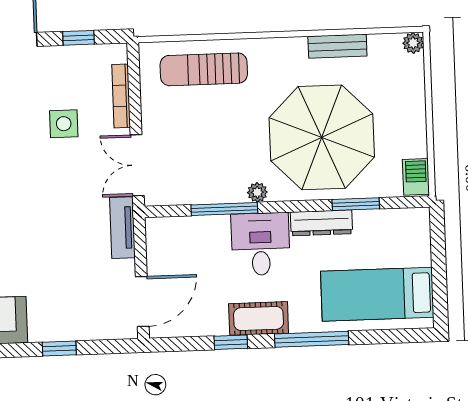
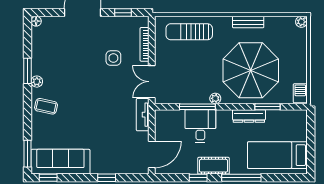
bench: (337, 46) -> (248, 22), moved
desk: (261, 244) -> (200, 126), moved

